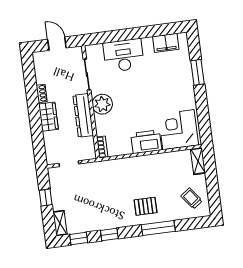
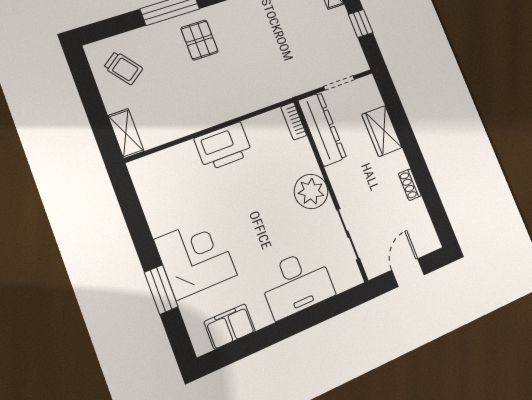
door: (57, 44) -> (408, 273), swing flipped
dresser: (83, 115) -> (322, 129), moved
wardrobe: (48, 117) -> (382, 131), moved
corner desk: (178, 130) -> (196, 257), moved, turned -90
pallet: (146, 206) -> (199, 40), turned 90

